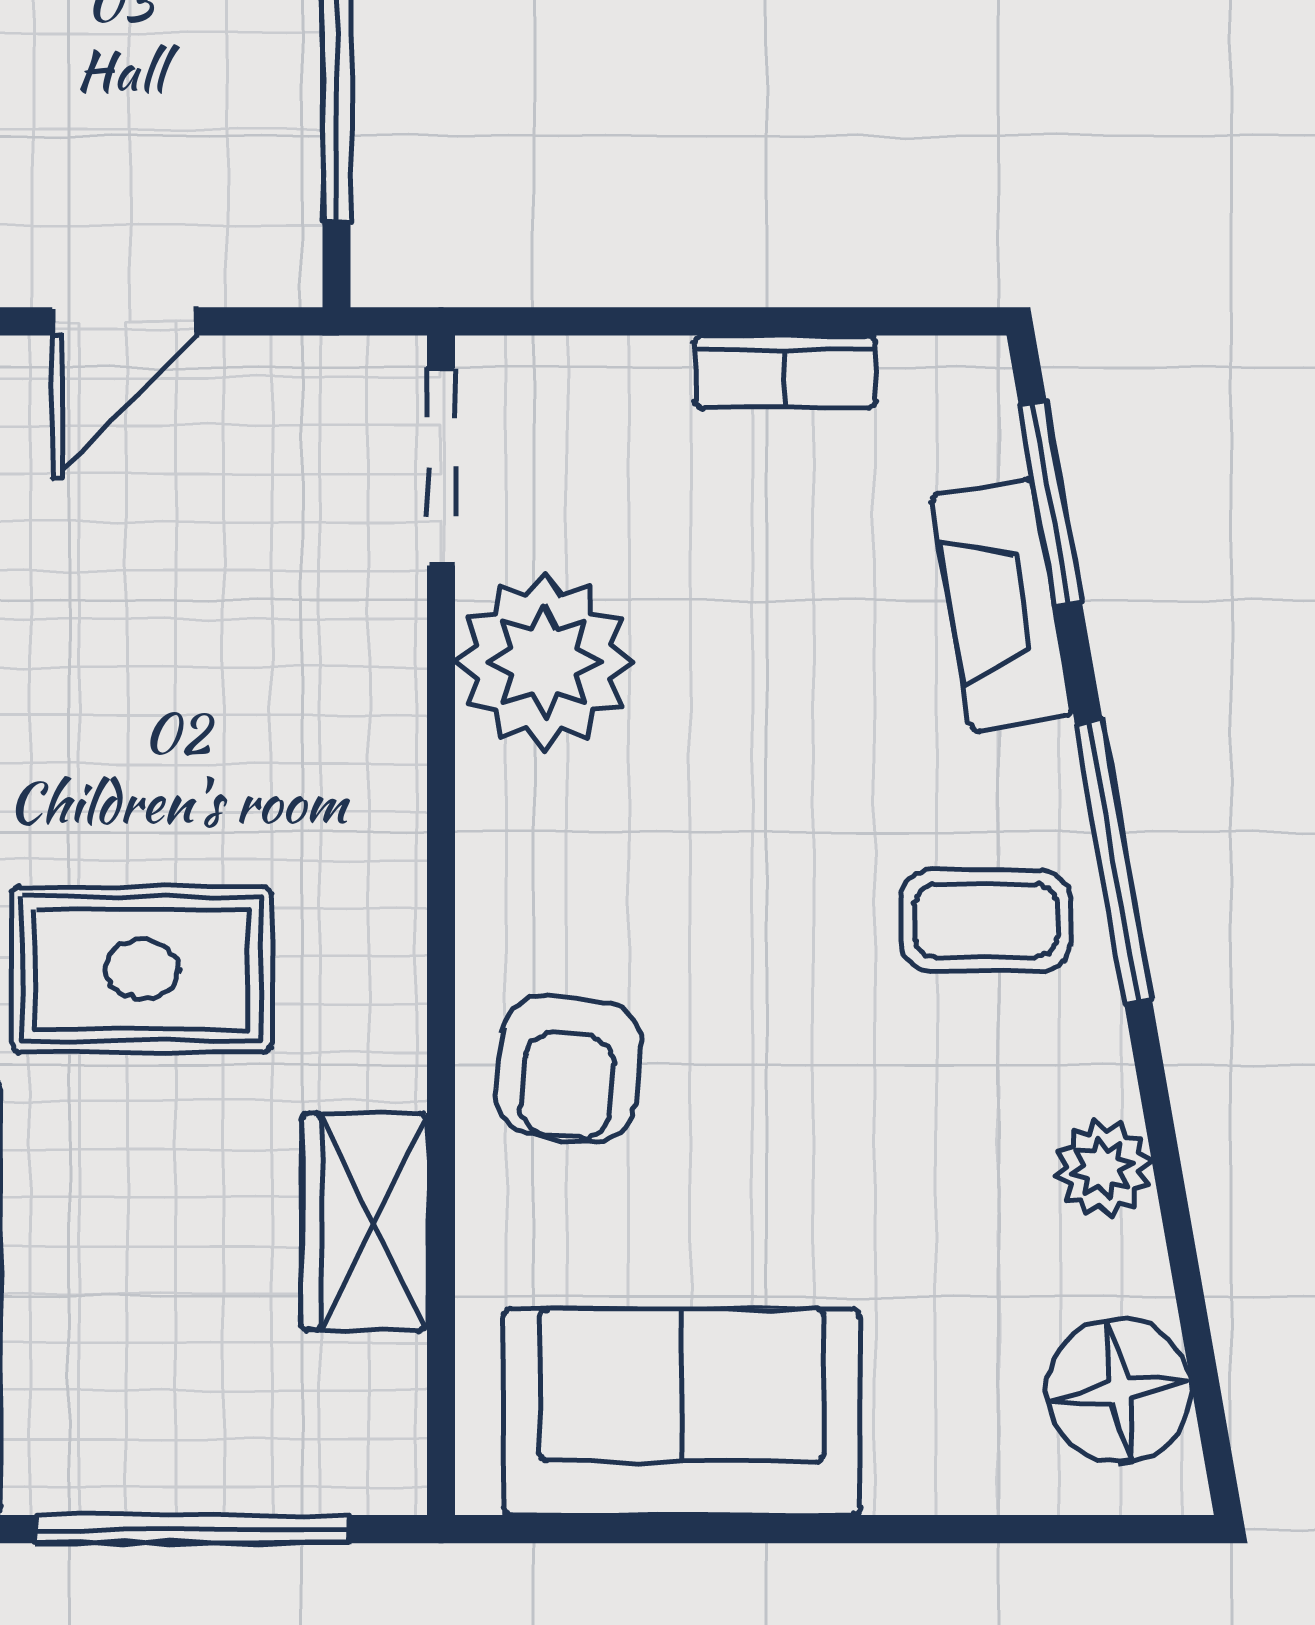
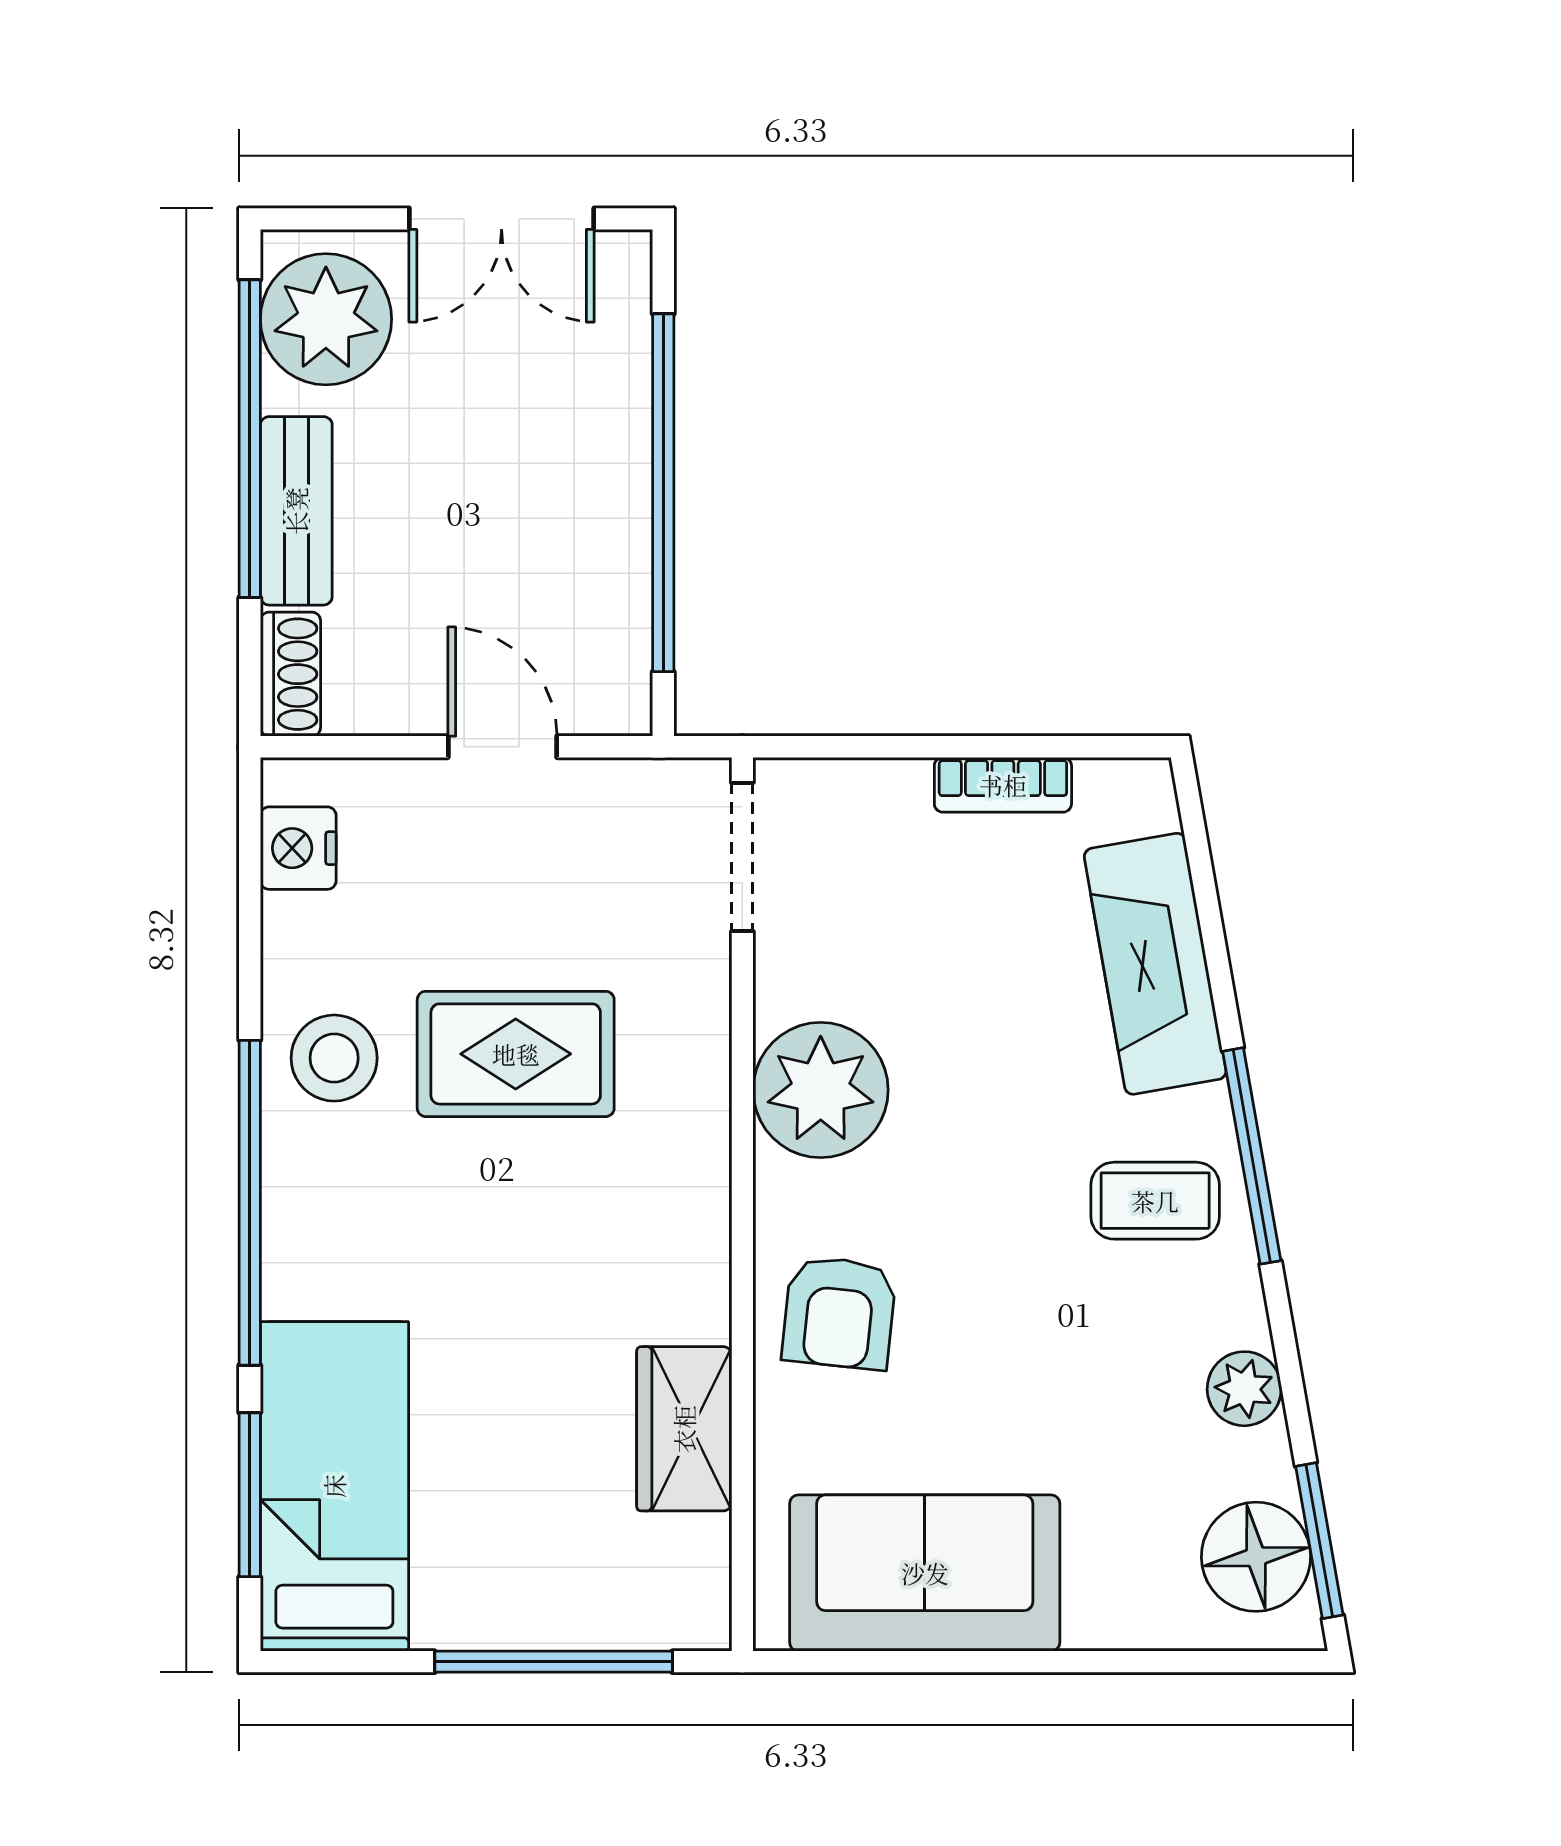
door: (124, 321) -> (502, 747), swing flipped
window: (1050, 503) -> (1319, 1541), moved
fireplace: (1002, 605) -> (1155, 964), width x1.37, depth x1.32
plant: (544, 662) -> (821, 1090), moved
rug: (142, 969) -> (516, 1054), moved

